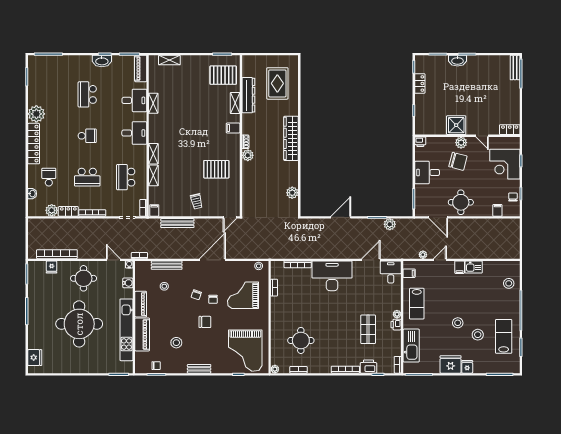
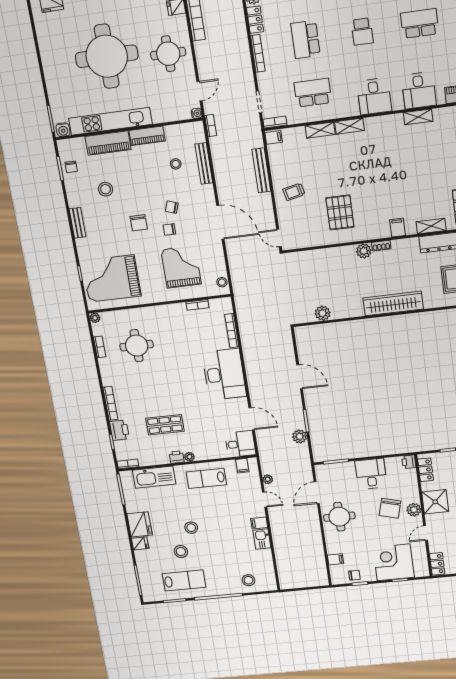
locker: (428, 130) -> (425, 470), added
water cooler: (128, 283) -> (63, 130), moved

